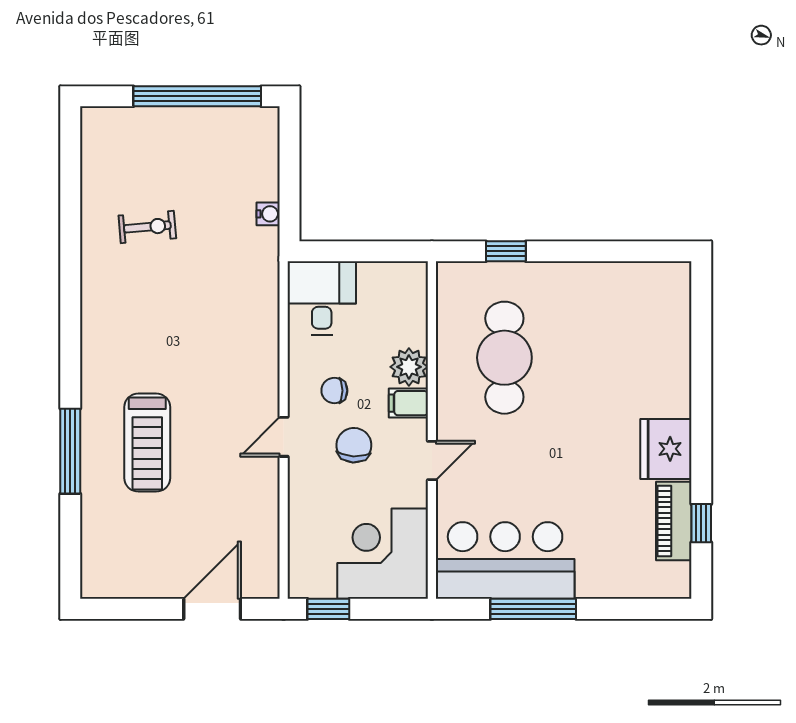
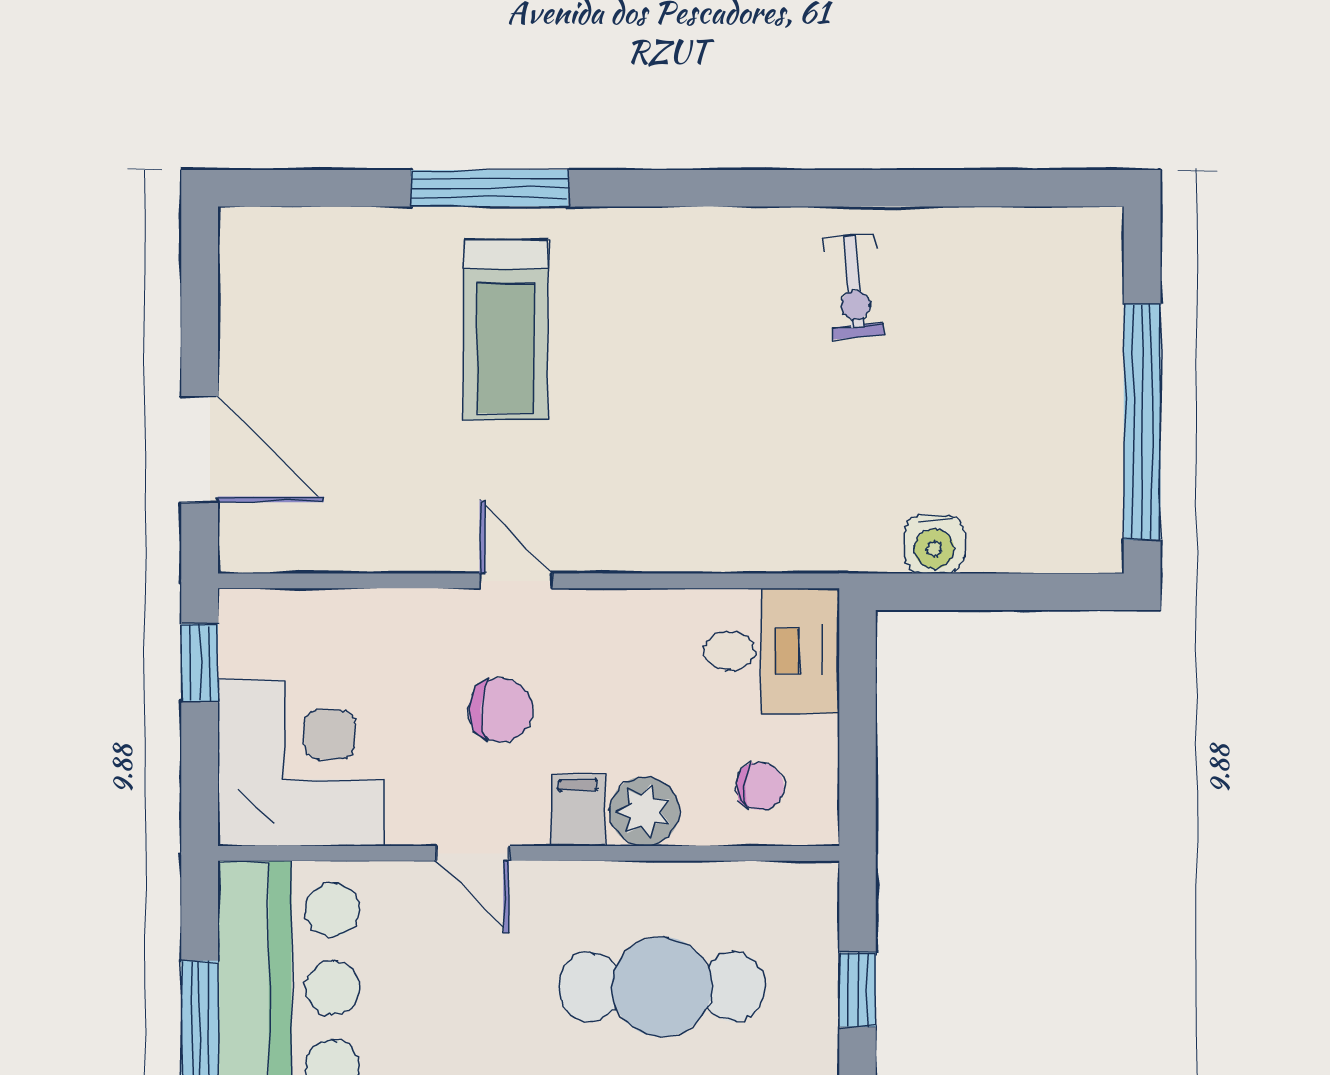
water cooler: (268, 214) -> (934, 544), width x1.38, depth x1.38
exercise bike: (147, 227) -> (854, 287), moved
chair: (334, 391) -> (760, 786), moved, turned 95
treadmill: (147, 443) -> (505, 330), turned -90

